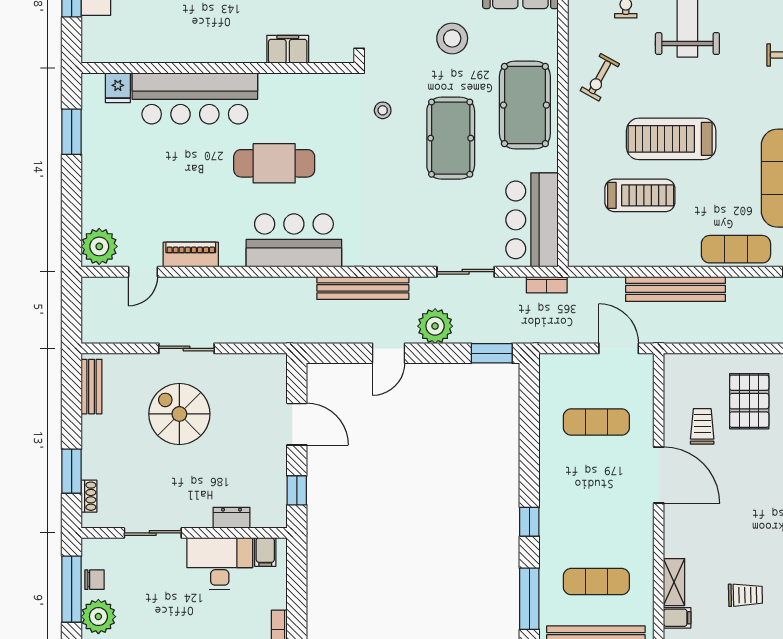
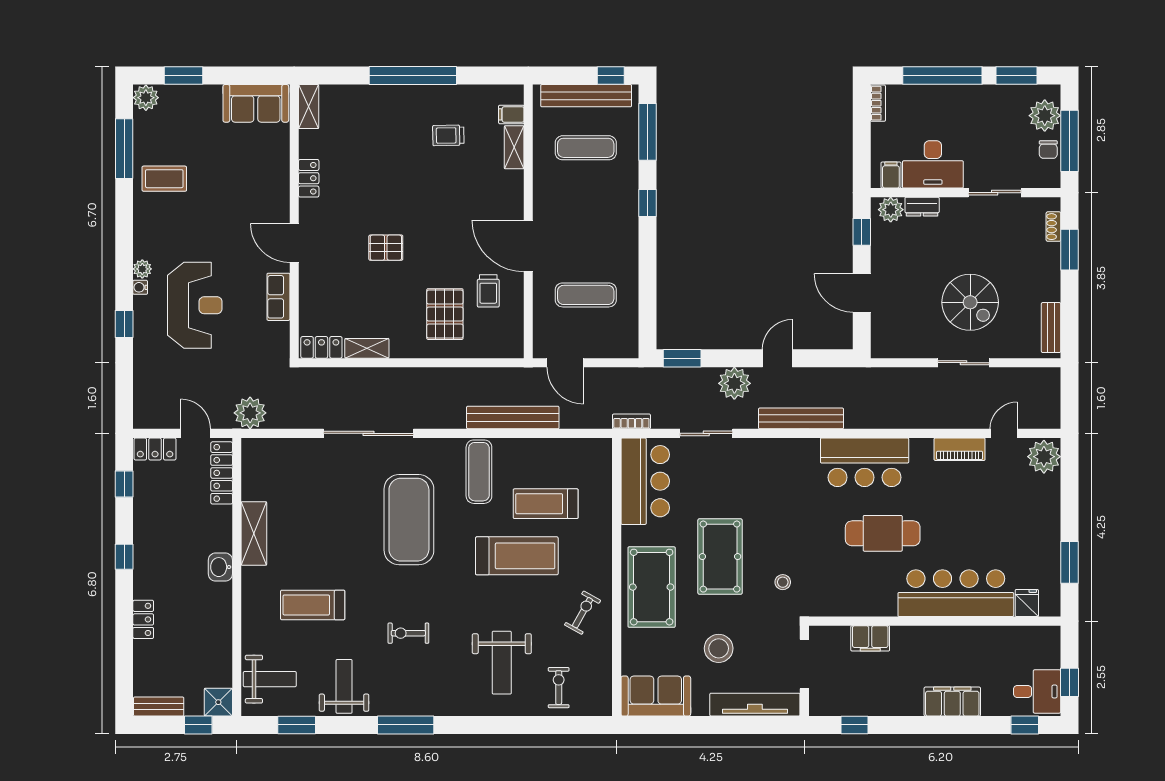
exercise mat: (736, 249) -> (479, 472), moved, turned 90
plant: (266, 514) -> (891, 210), added
chair: (95, 580) -> (1048, 150), turned -90

